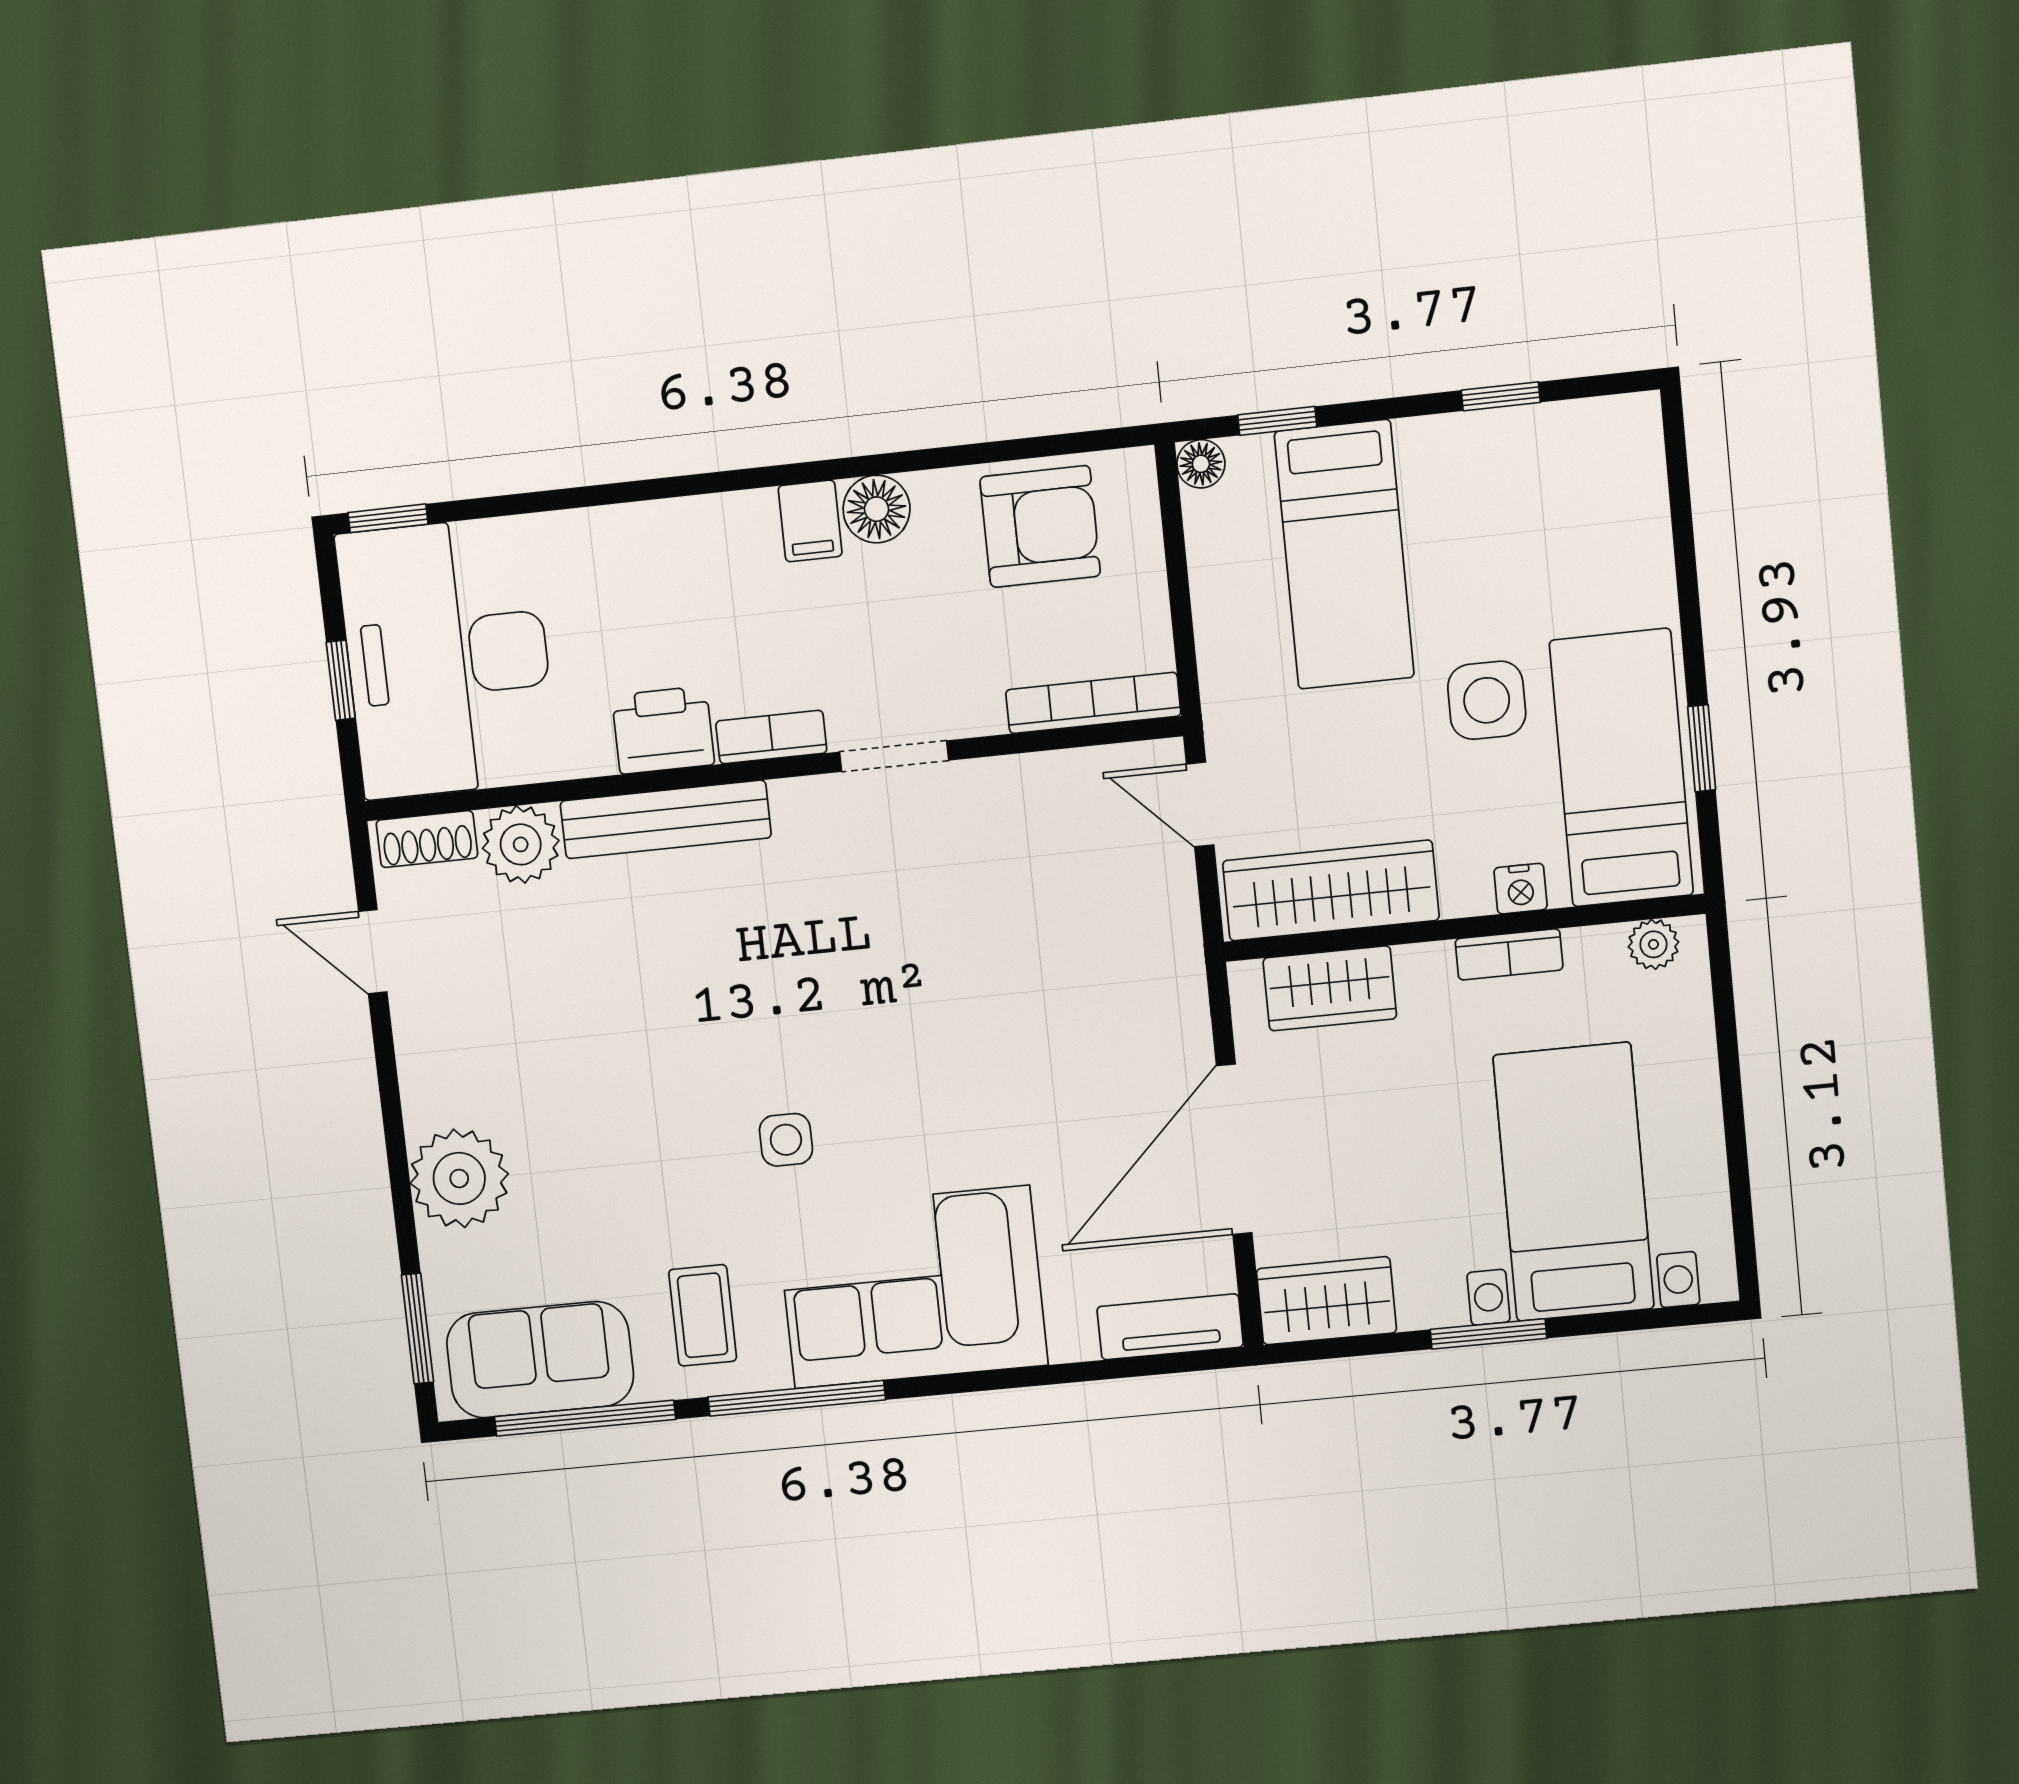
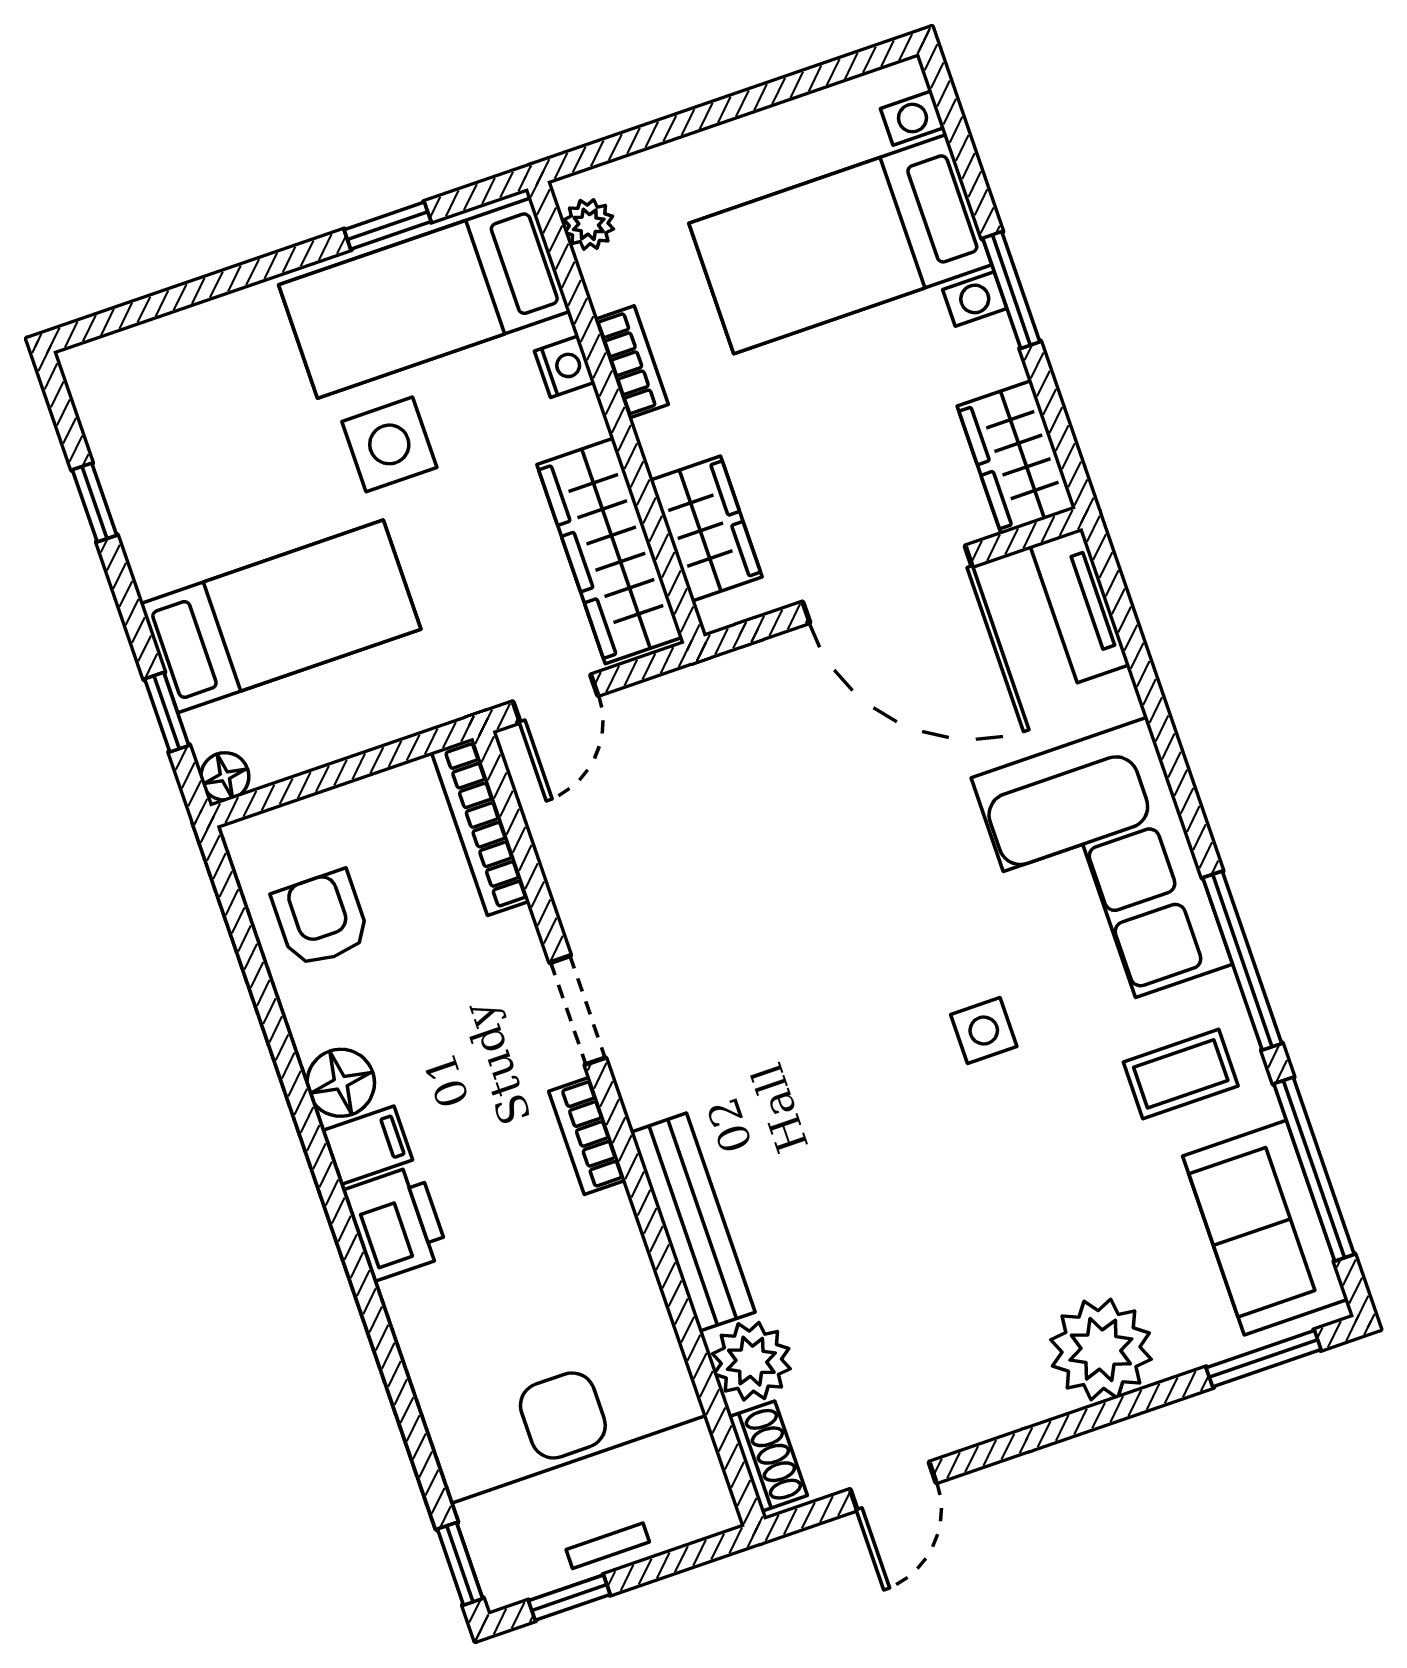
armchair: (1040, 526) -> (321, 919), width x0.72, depth x0.72
window: (341, 680) -> (569, 1598), moved
printer: (663, 730) -> (396, 1223), moved, turned 180

